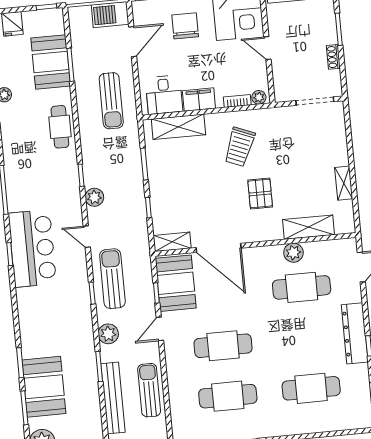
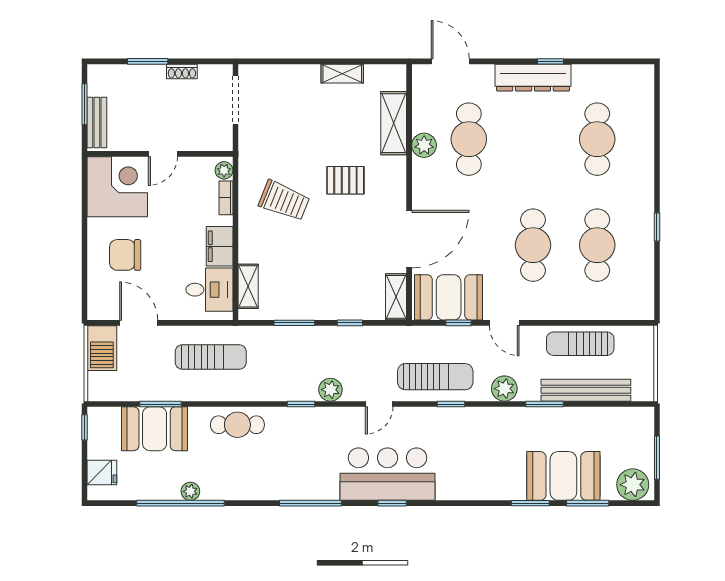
shelving: (178, 127) -> (248, 286), width x0.67, depth x0.75
sun lounger: (112, 279) -> (435, 377), turned 180

